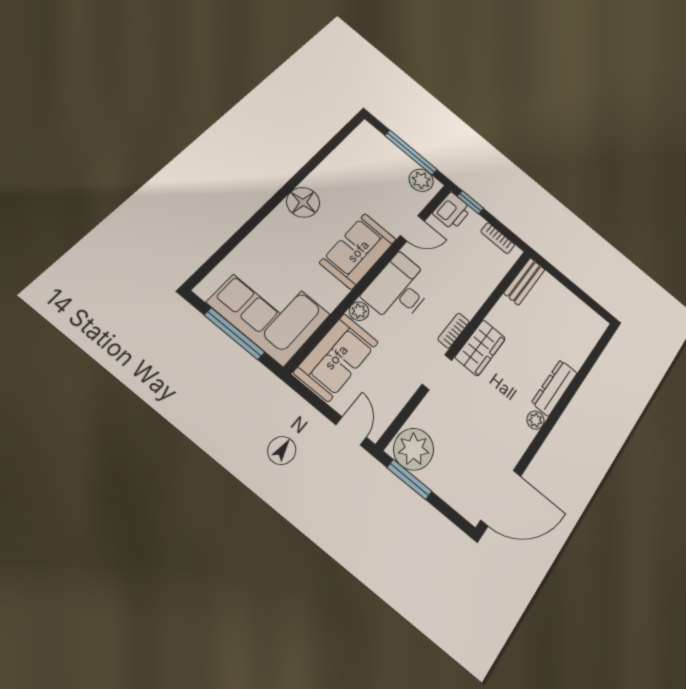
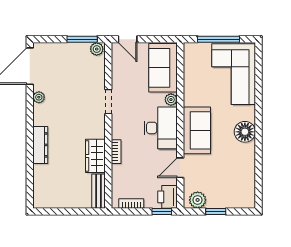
window: (411, 152) -> (216, 212), width x0.46
corner sofa: (269, 309) -> (234, 74), moved, turned 90
bookcase: (454, 331) -> (116, 152), moved
wardrobe: (480, 348) -> (95, 156), moved
plant: (536, 420) -> (39, 97), moved
plant: (414, 449) -> (97, 49), width x0.53, depth x0.53

